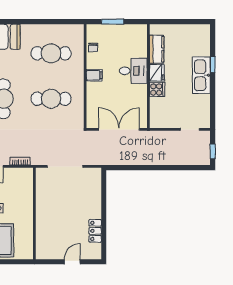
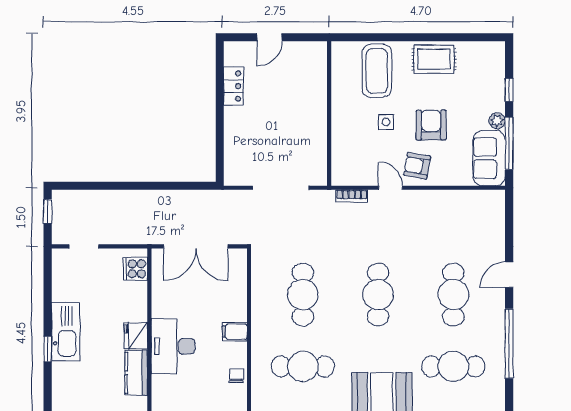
desk: (133, 71) -> (173, 346), width x1.37
cooker: (157, 89) -> (135, 269), moved
cafe table: (51, 99) -> (303, 295), turned 90

